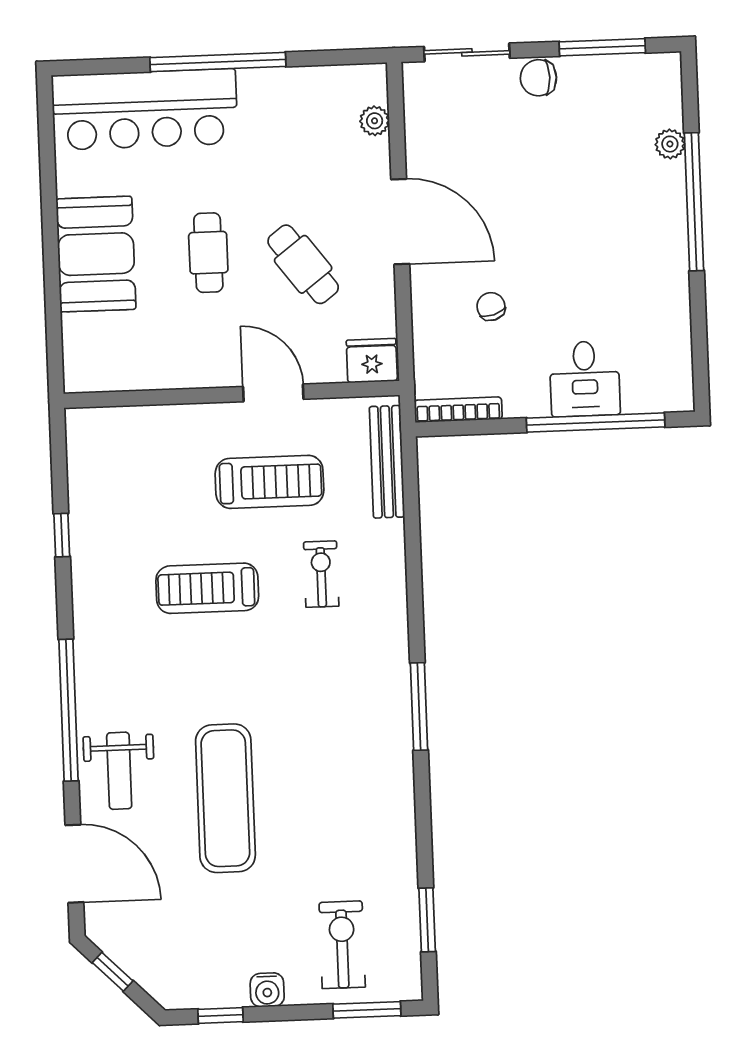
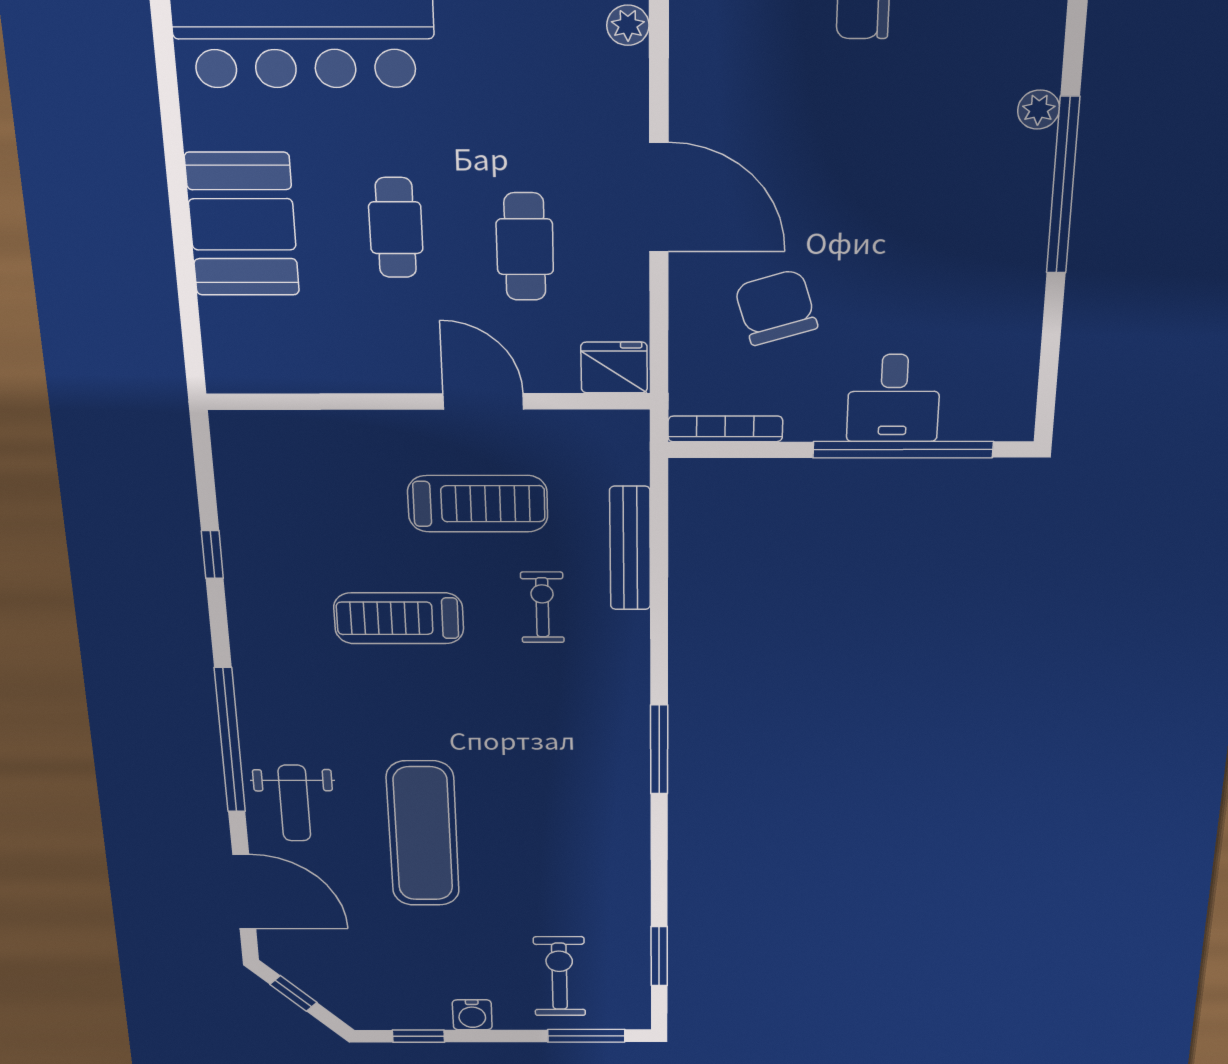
plant: (375, 121) -> (628, 25), moved
cafe table: (303, 264) -> (525, 247), turned 37
chair: (491, 306) -> (776, 307), width x1.87, depth x1.87
bench: (387, 462) -> (630, 548), moved

